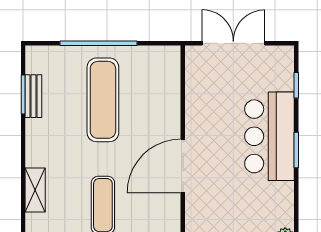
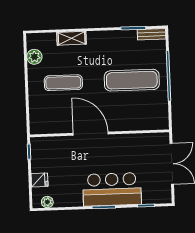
bench: (33, 96) -> (152, 34), moved

